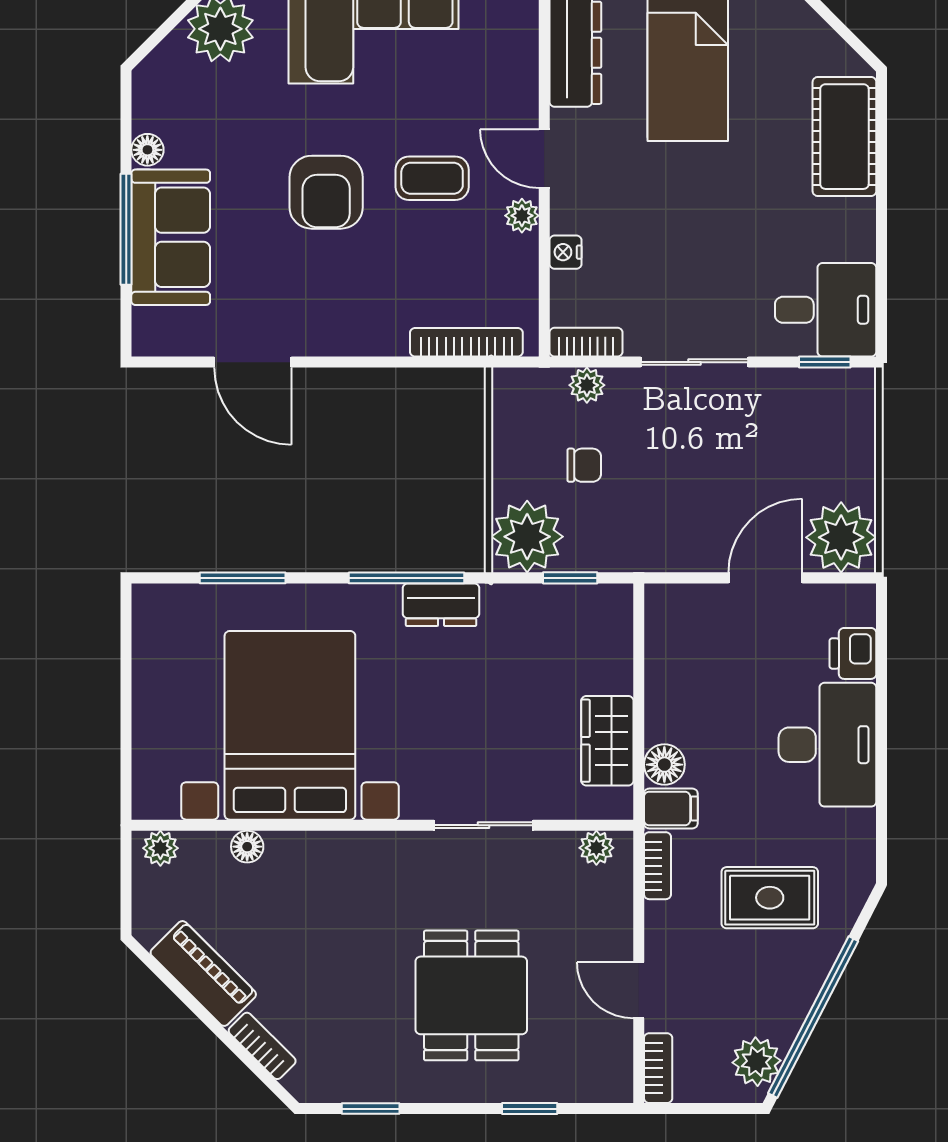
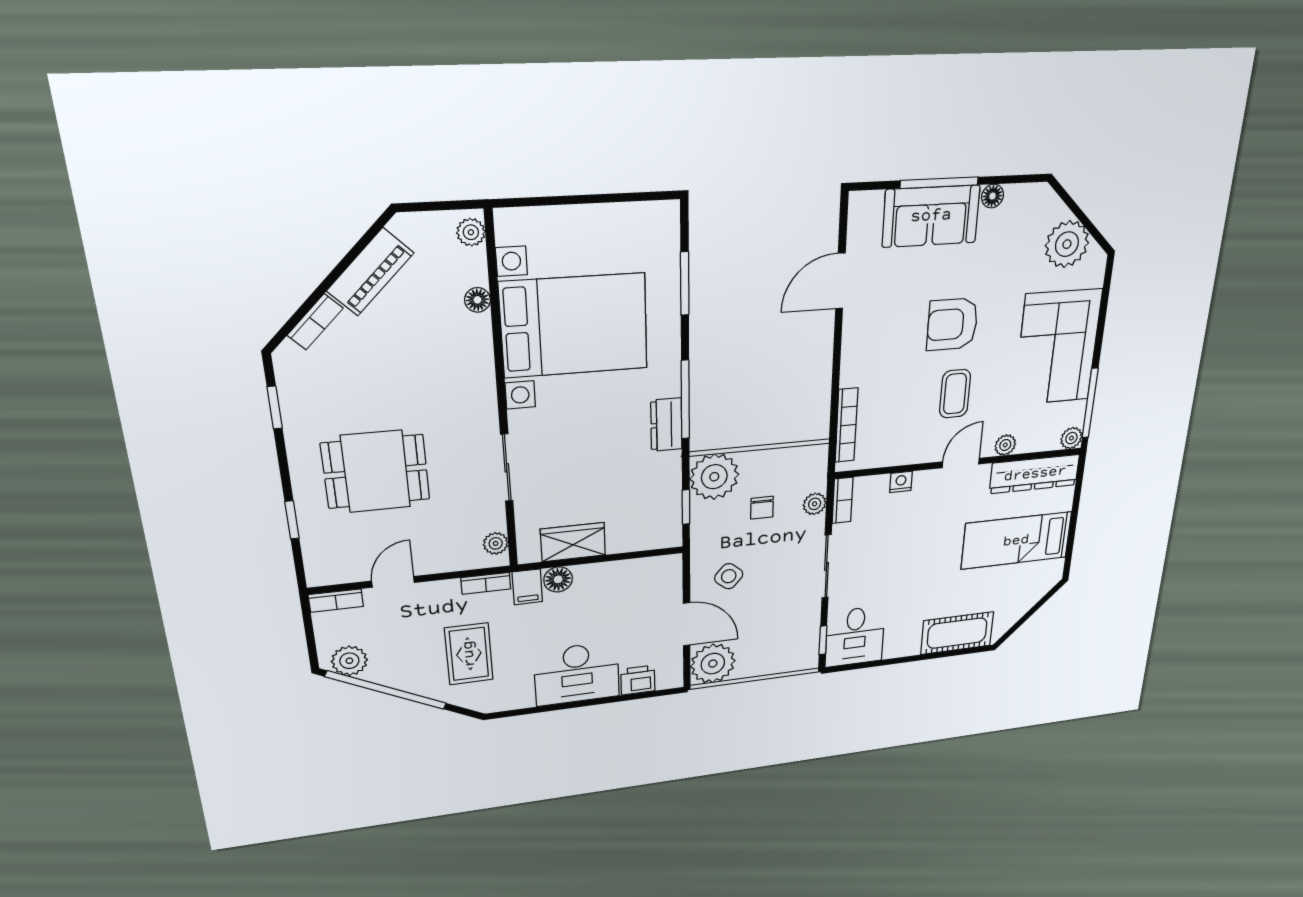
plant: (522, 216) -> (1005, 445), moved
side table: (692, 514) -> (729, 576), added

